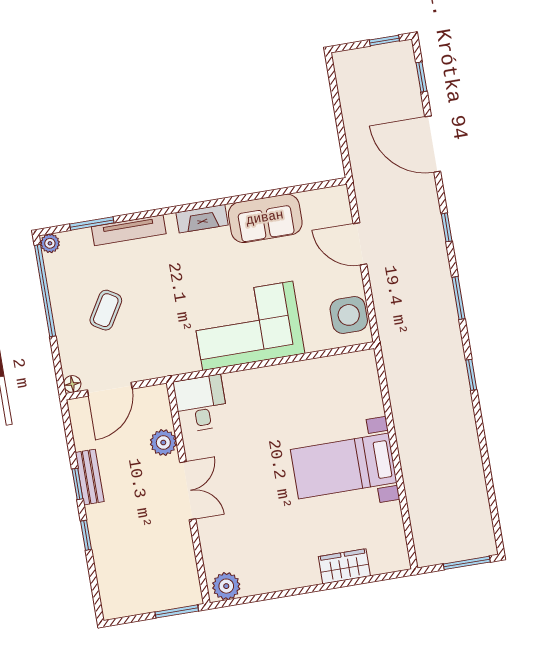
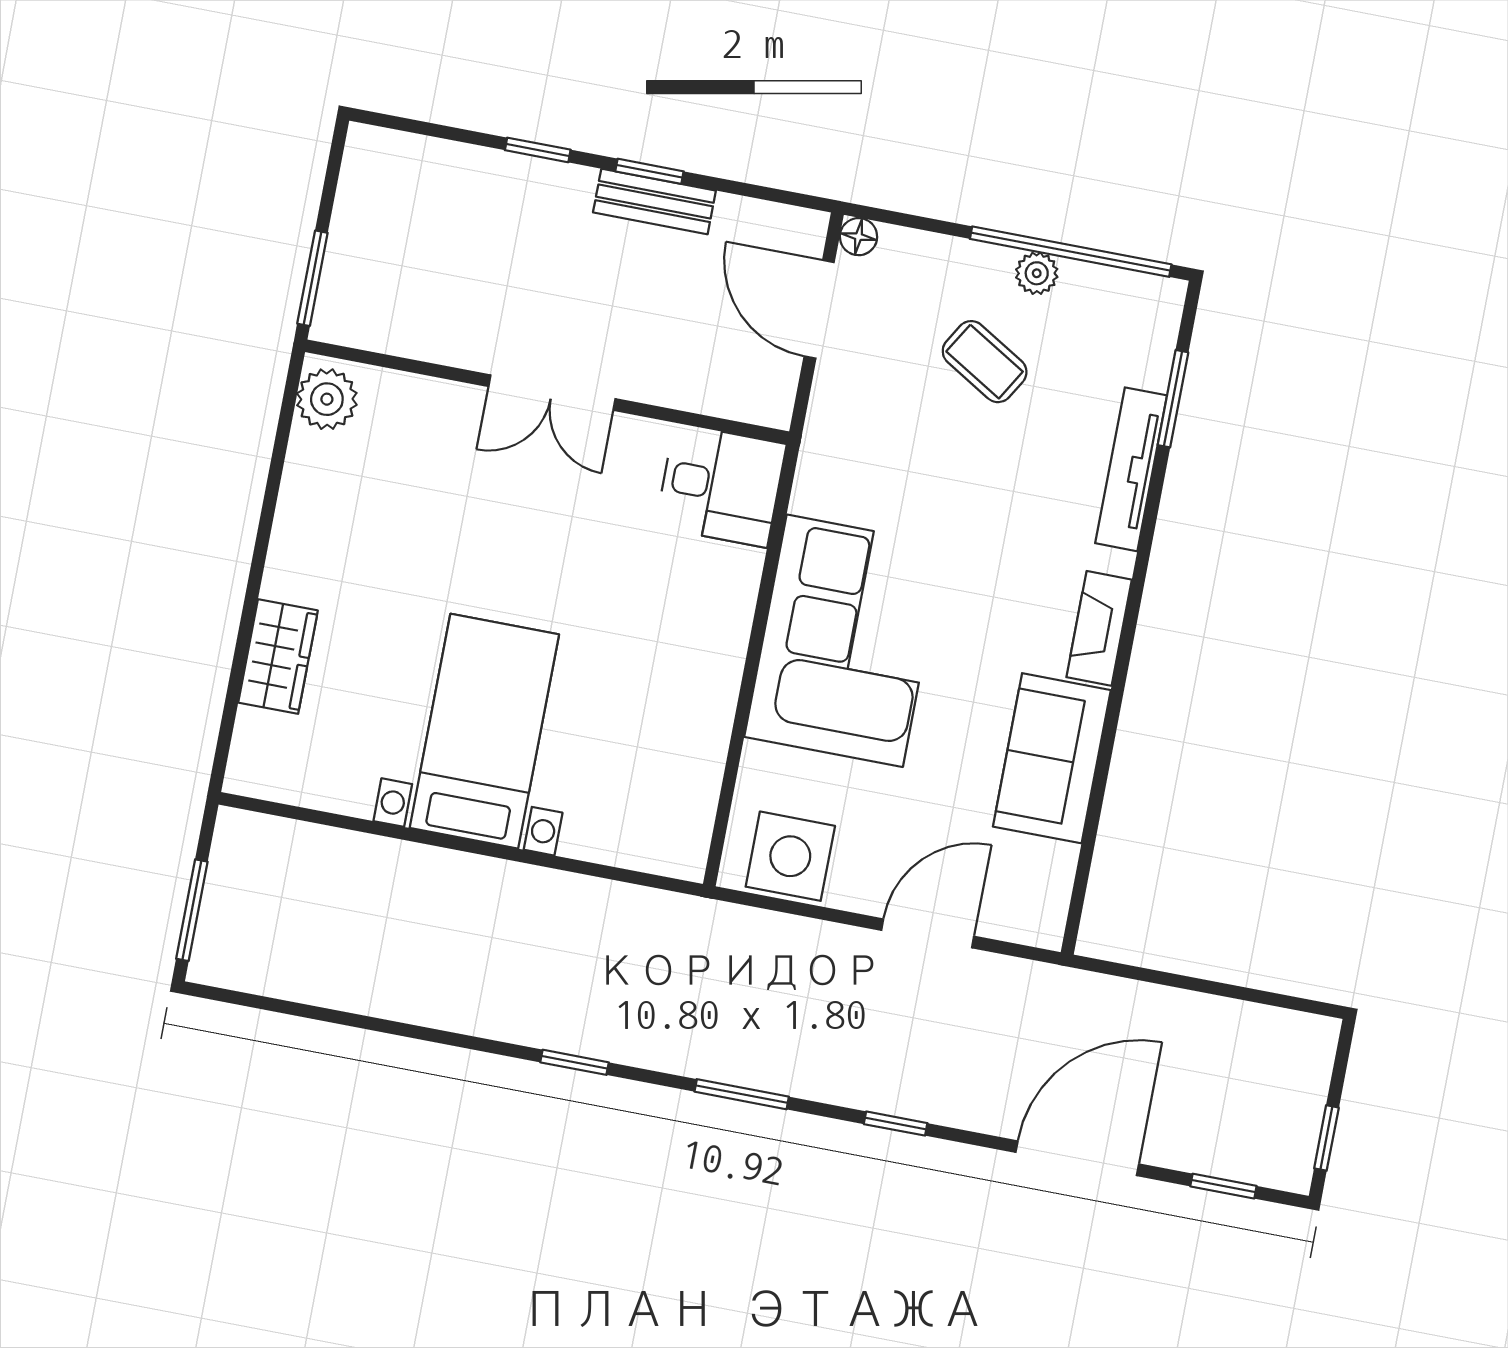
plant: (50, 243) -> (1037, 273), moved
plant: (163, 443) -> (669, 379), removed

